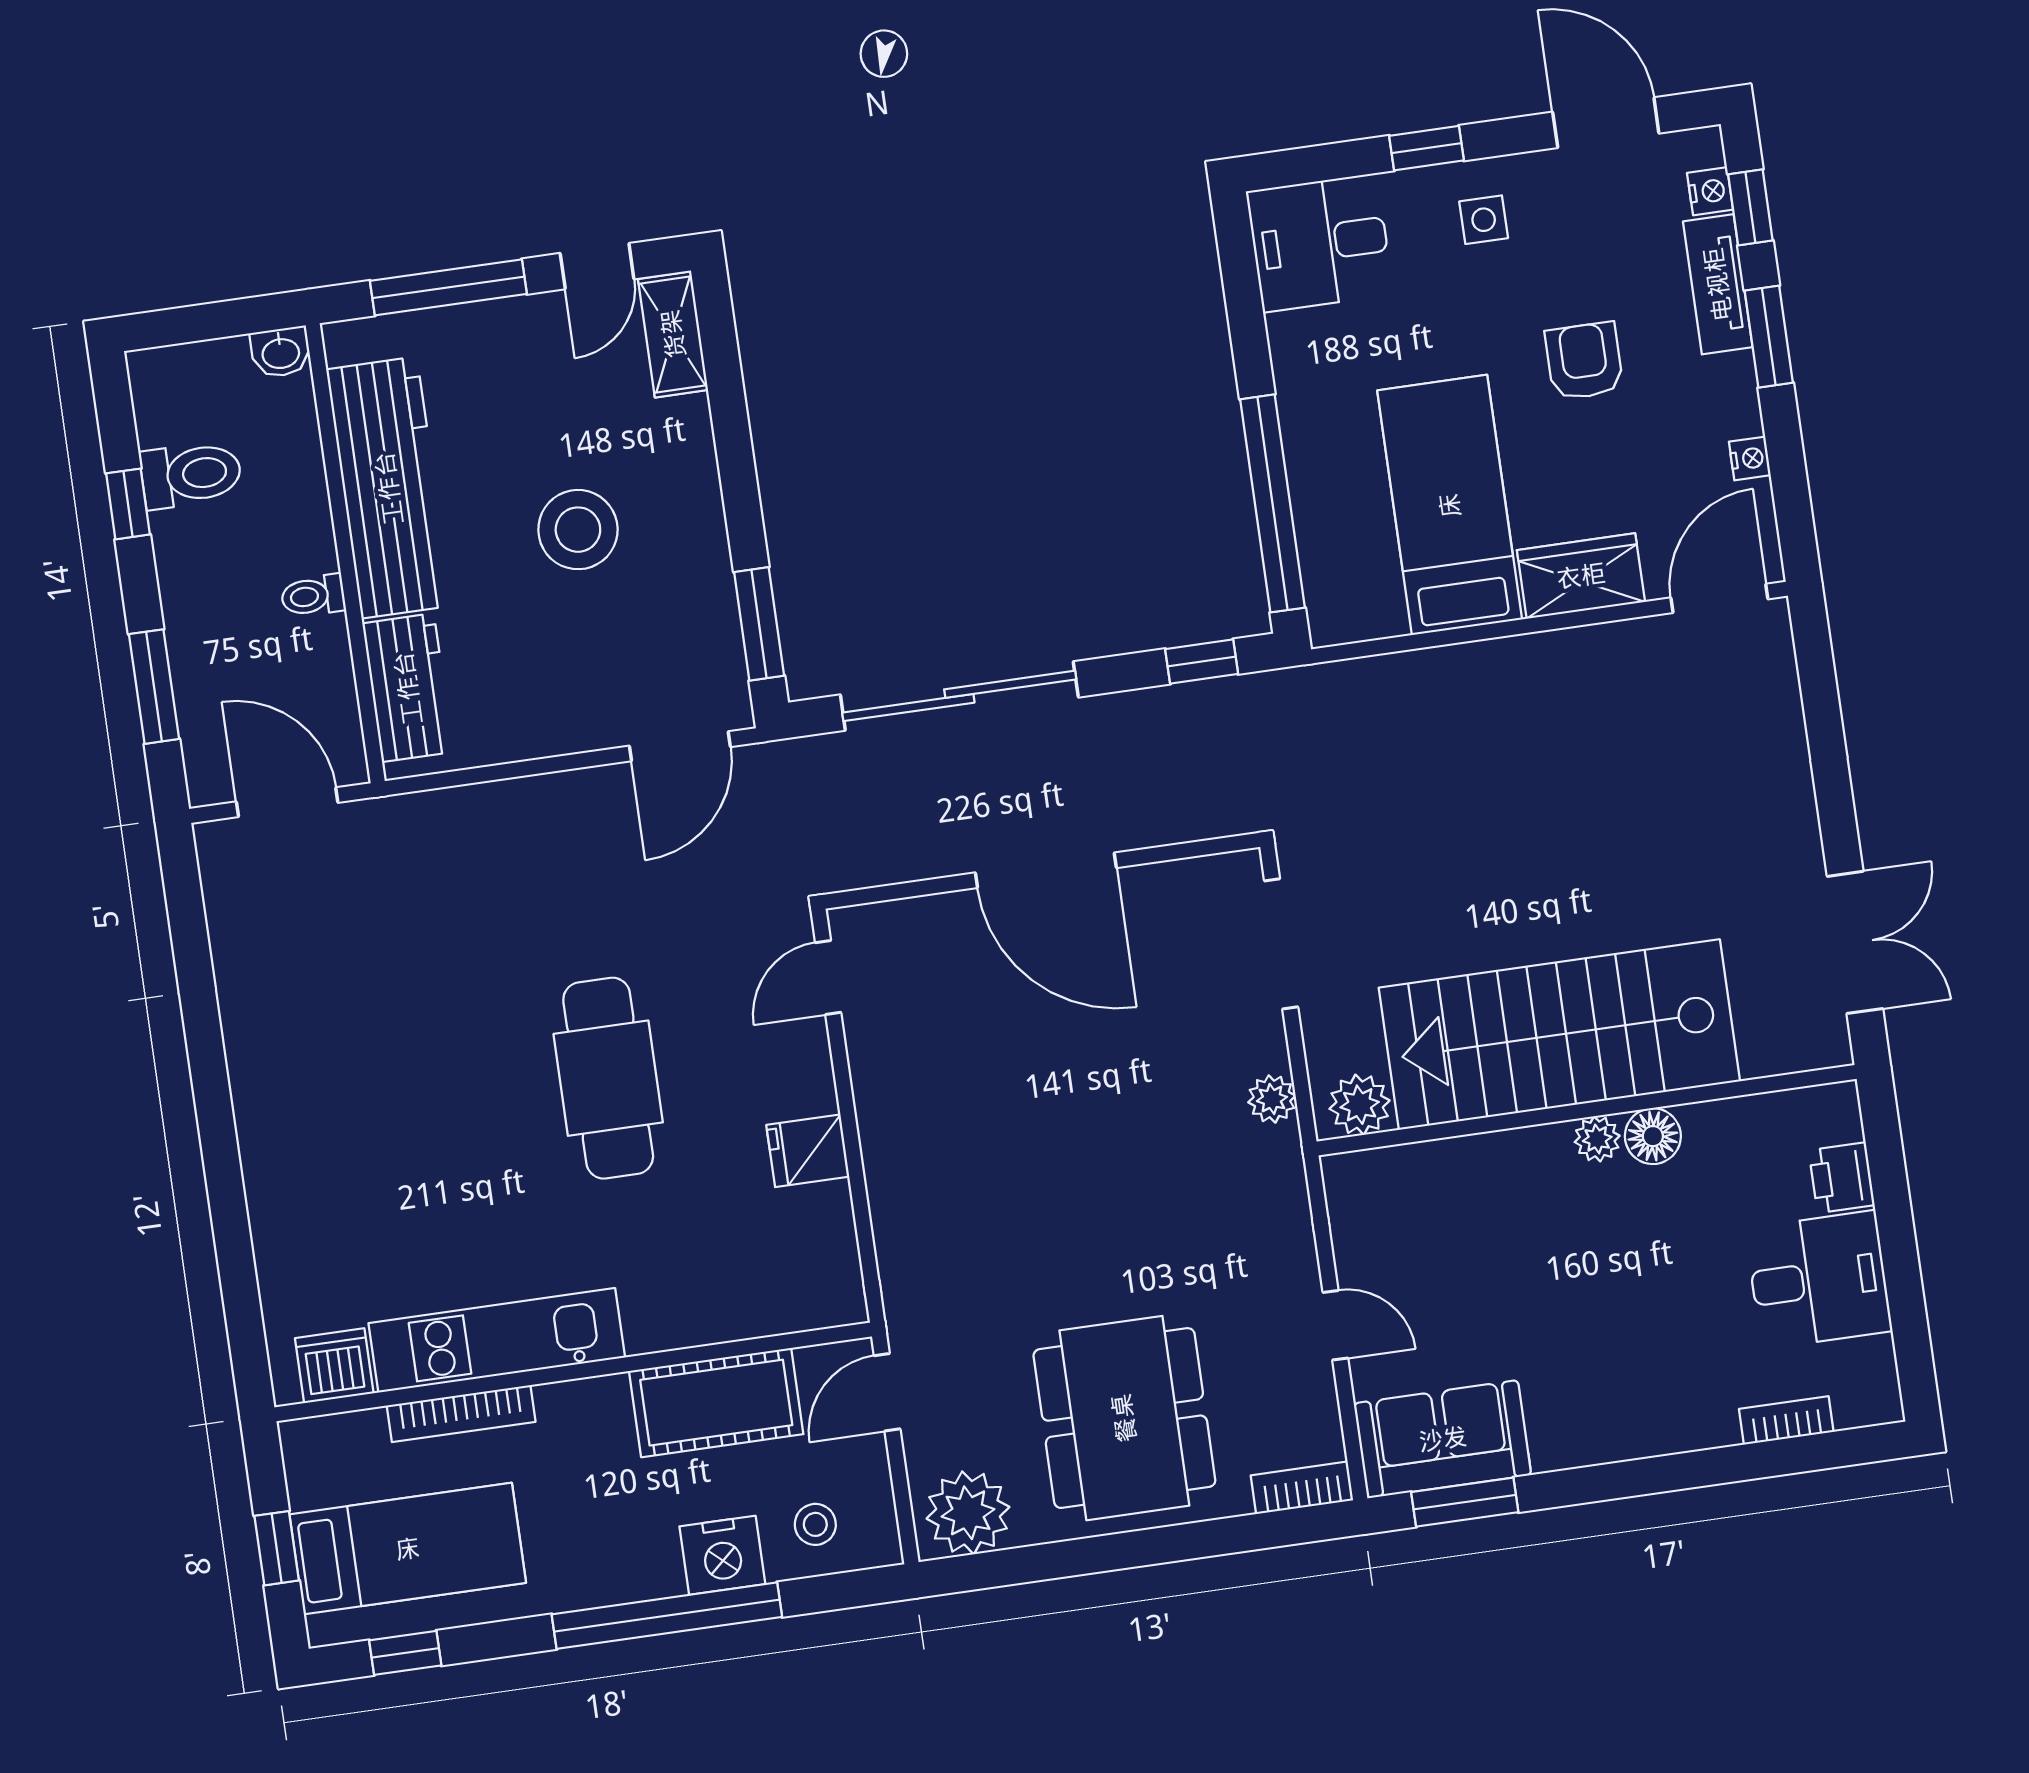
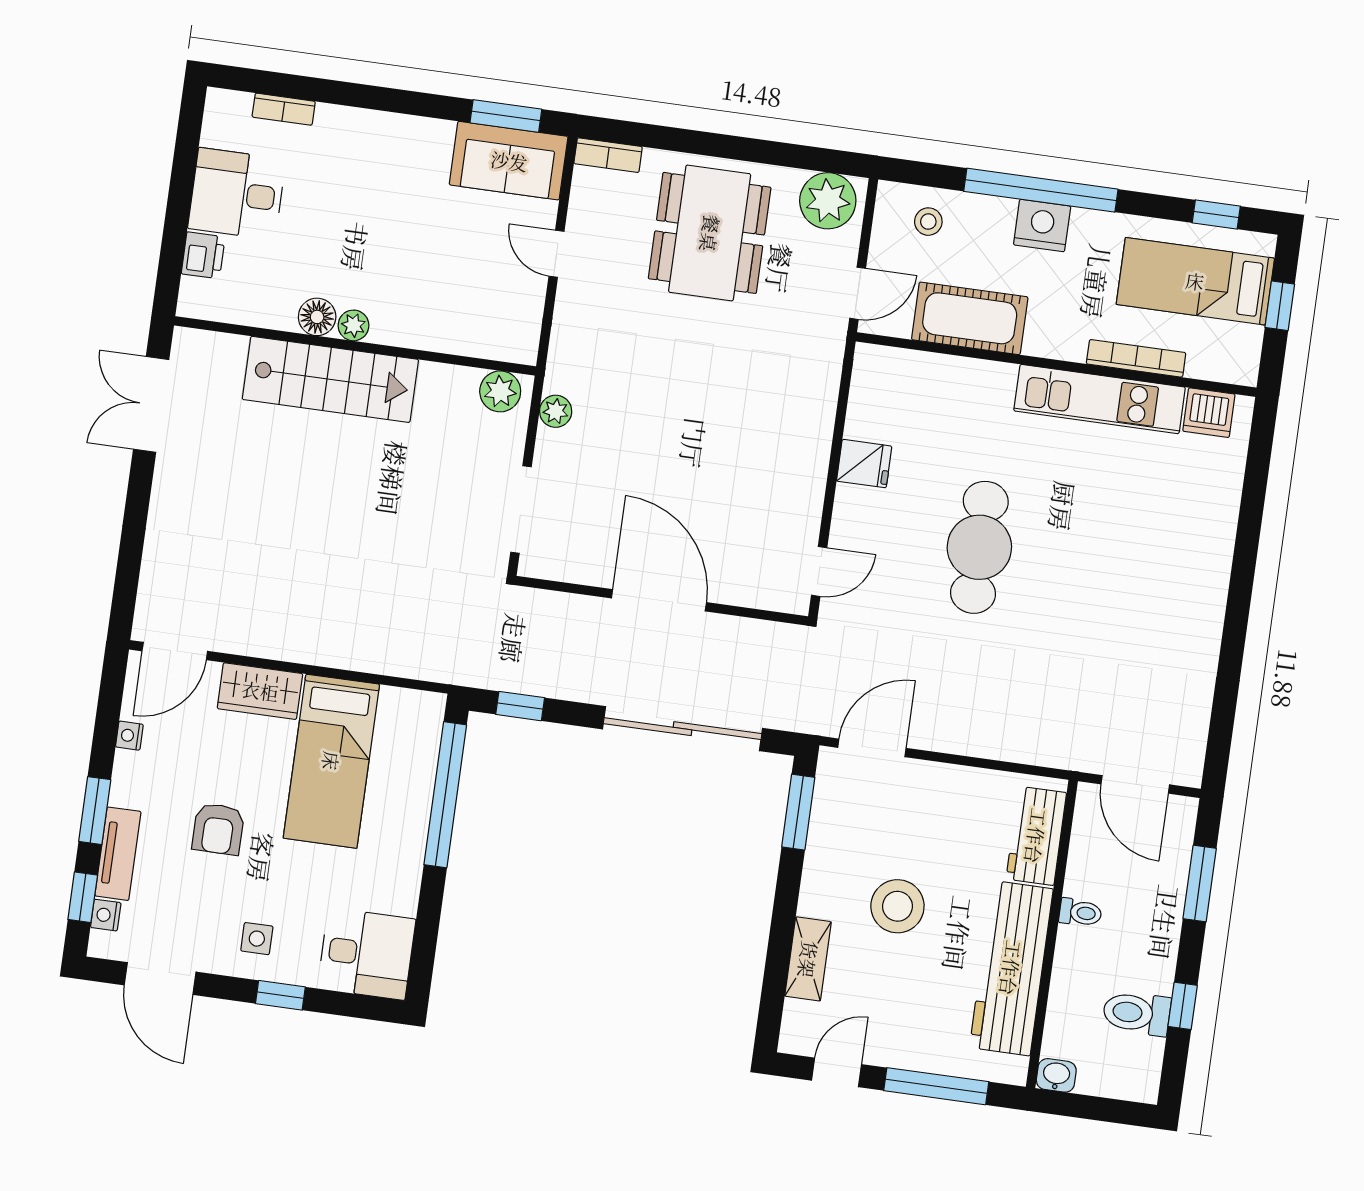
shelving: (673, 334) -> (808, 959), moved
stairs: (1559, 1035) -> (330, 379), width x0.73, depth x0.66
nightstand: (722, 1555) -> (1042, 226), moved

